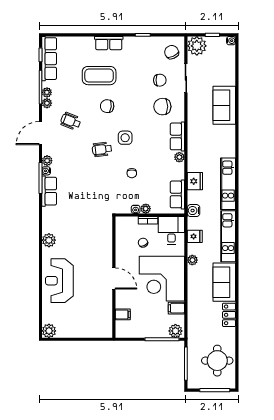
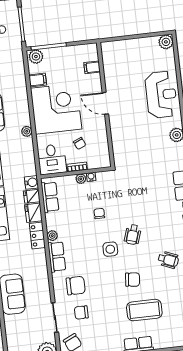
wheelchair: (102, 149) -> (133, 235), turned 115
locker: (194, 159) -> (37, 235), added
fridge: (195, 236) -> (32, 196), moved

